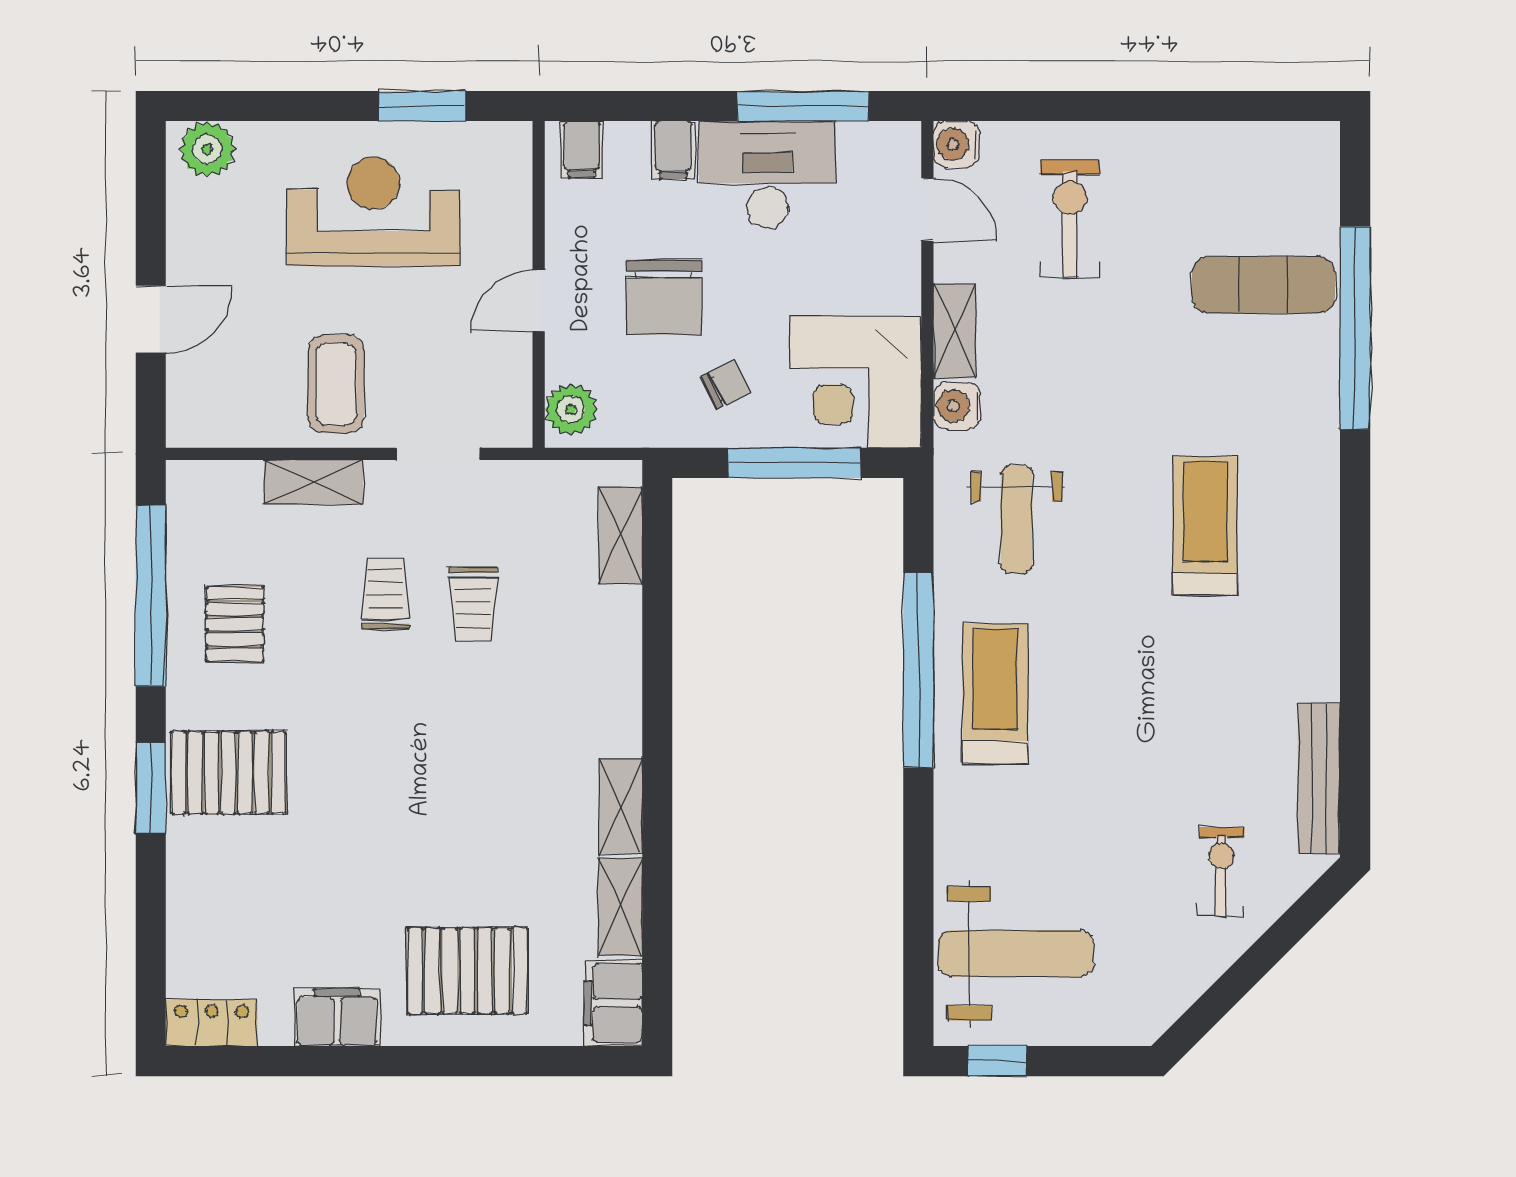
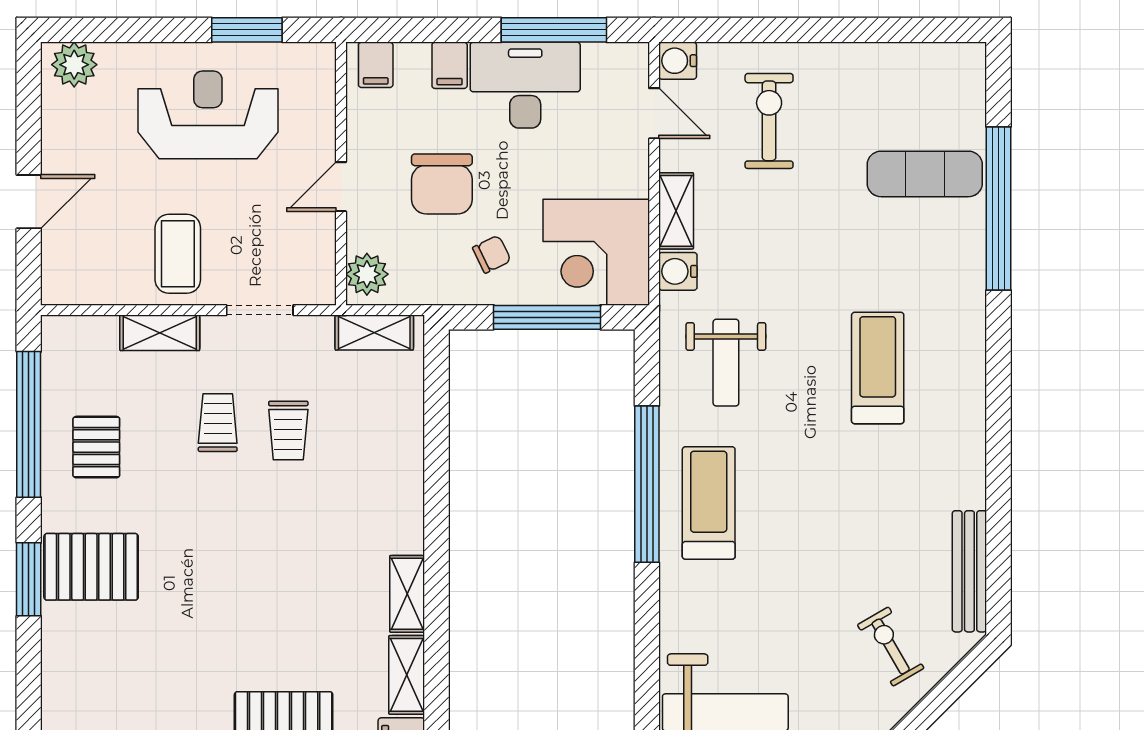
shelving: (620, 535) -> (374, 332), moved, turned 90
exercise bike: (1221, 872) -> (891, 646), turned -31

